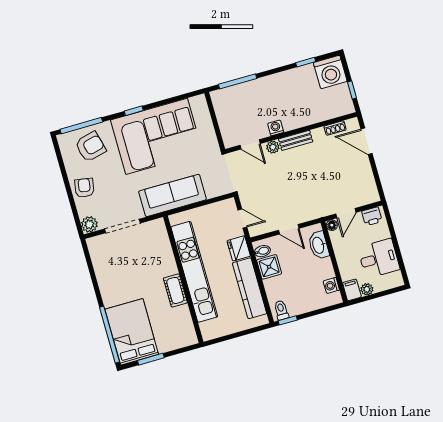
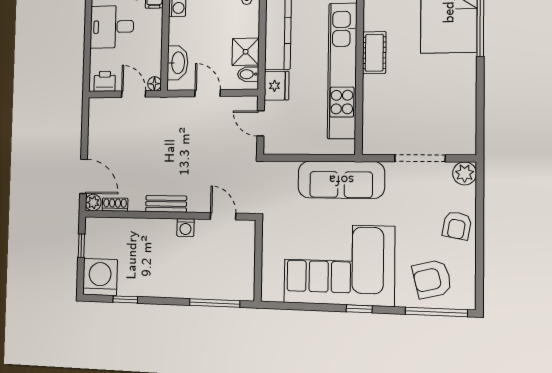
plant: (273, 147) -> (93, 202), moved
door: (346, 213) -> (134, 94), hinge flipped

